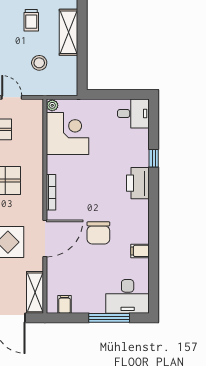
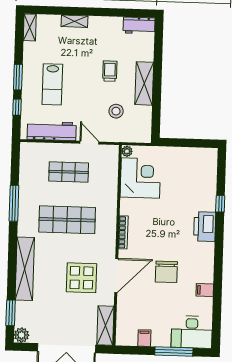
trolley: (31, 20) -> (110, 71), turned 180
desk: (133, 114) -> (203, 161), removed
filing cabinet: (65, 304) -> (144, 338), moved

